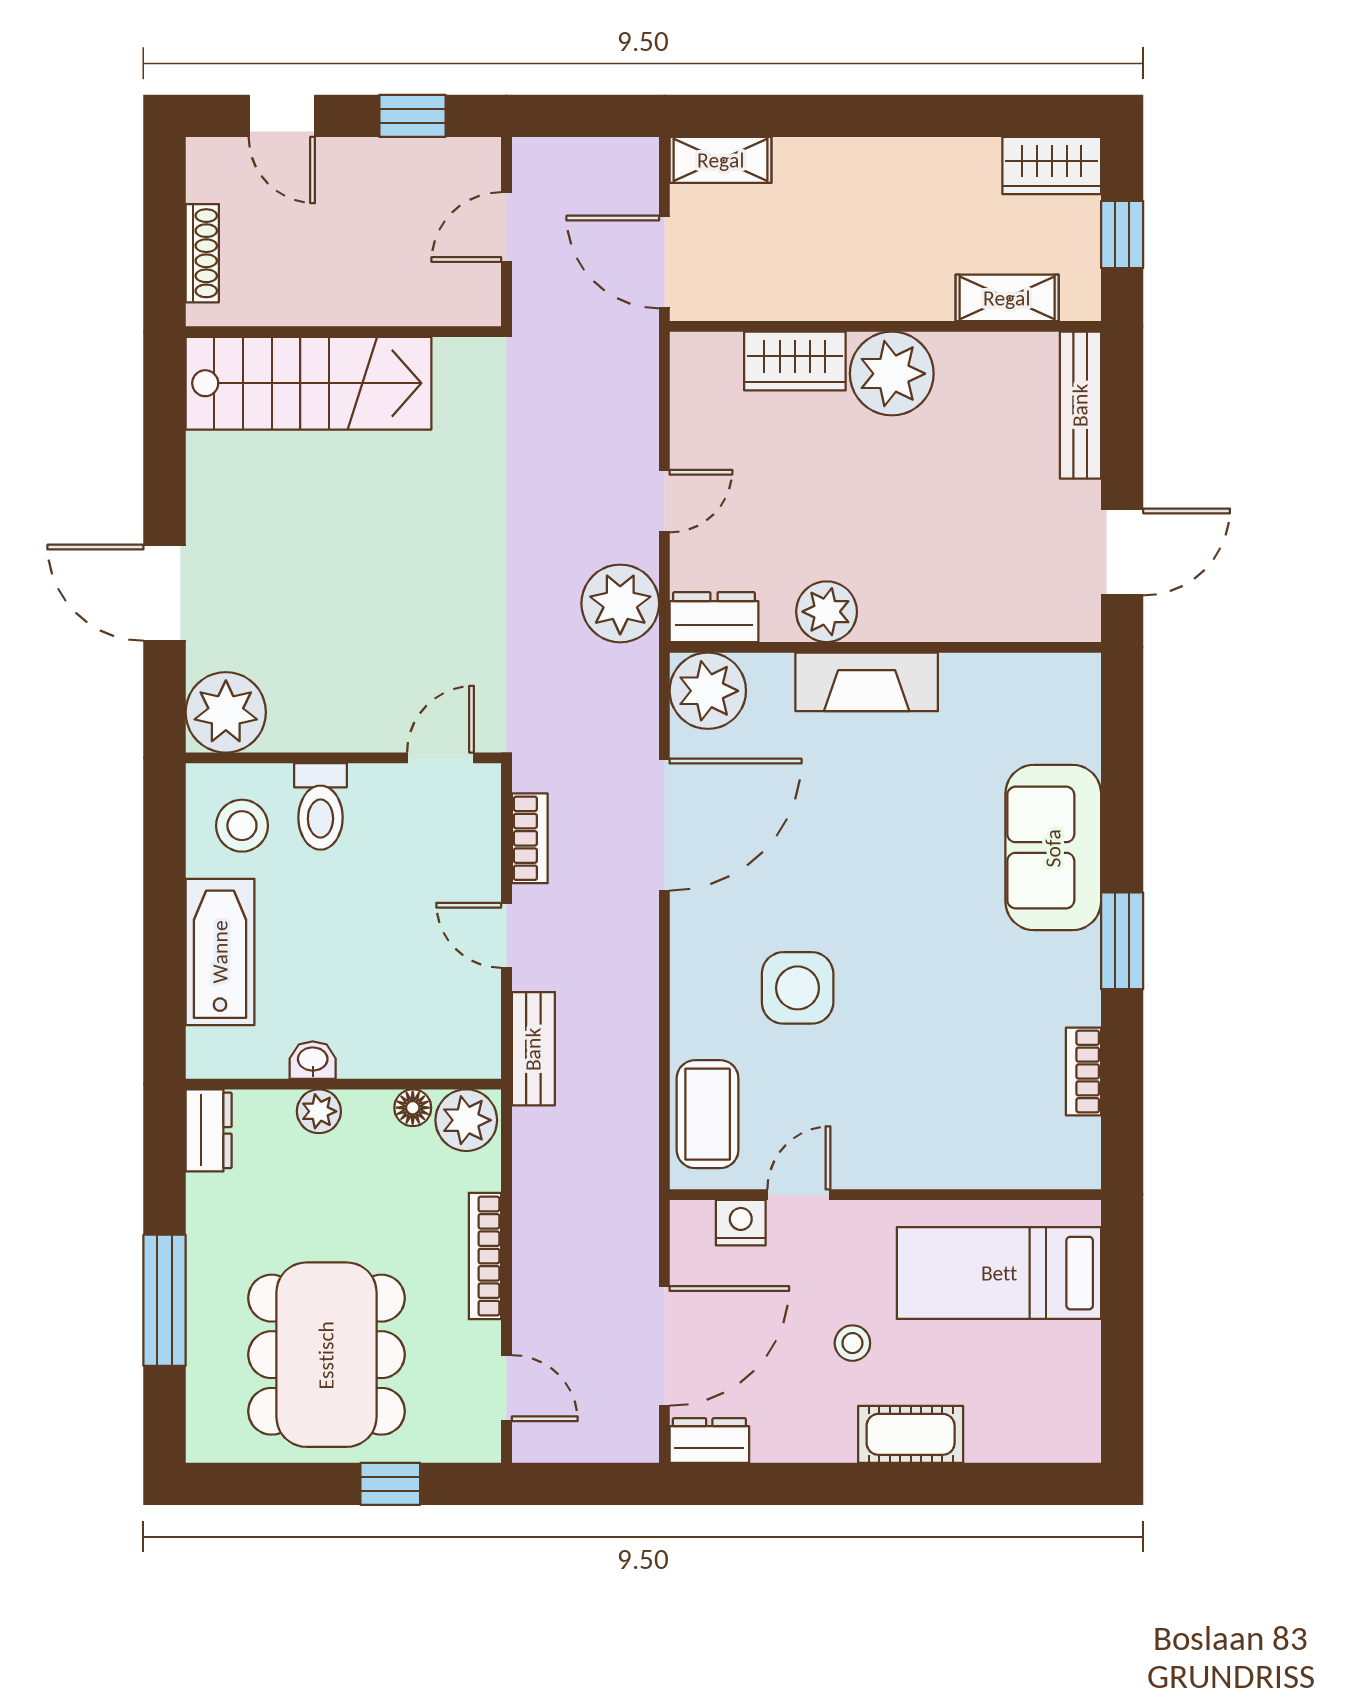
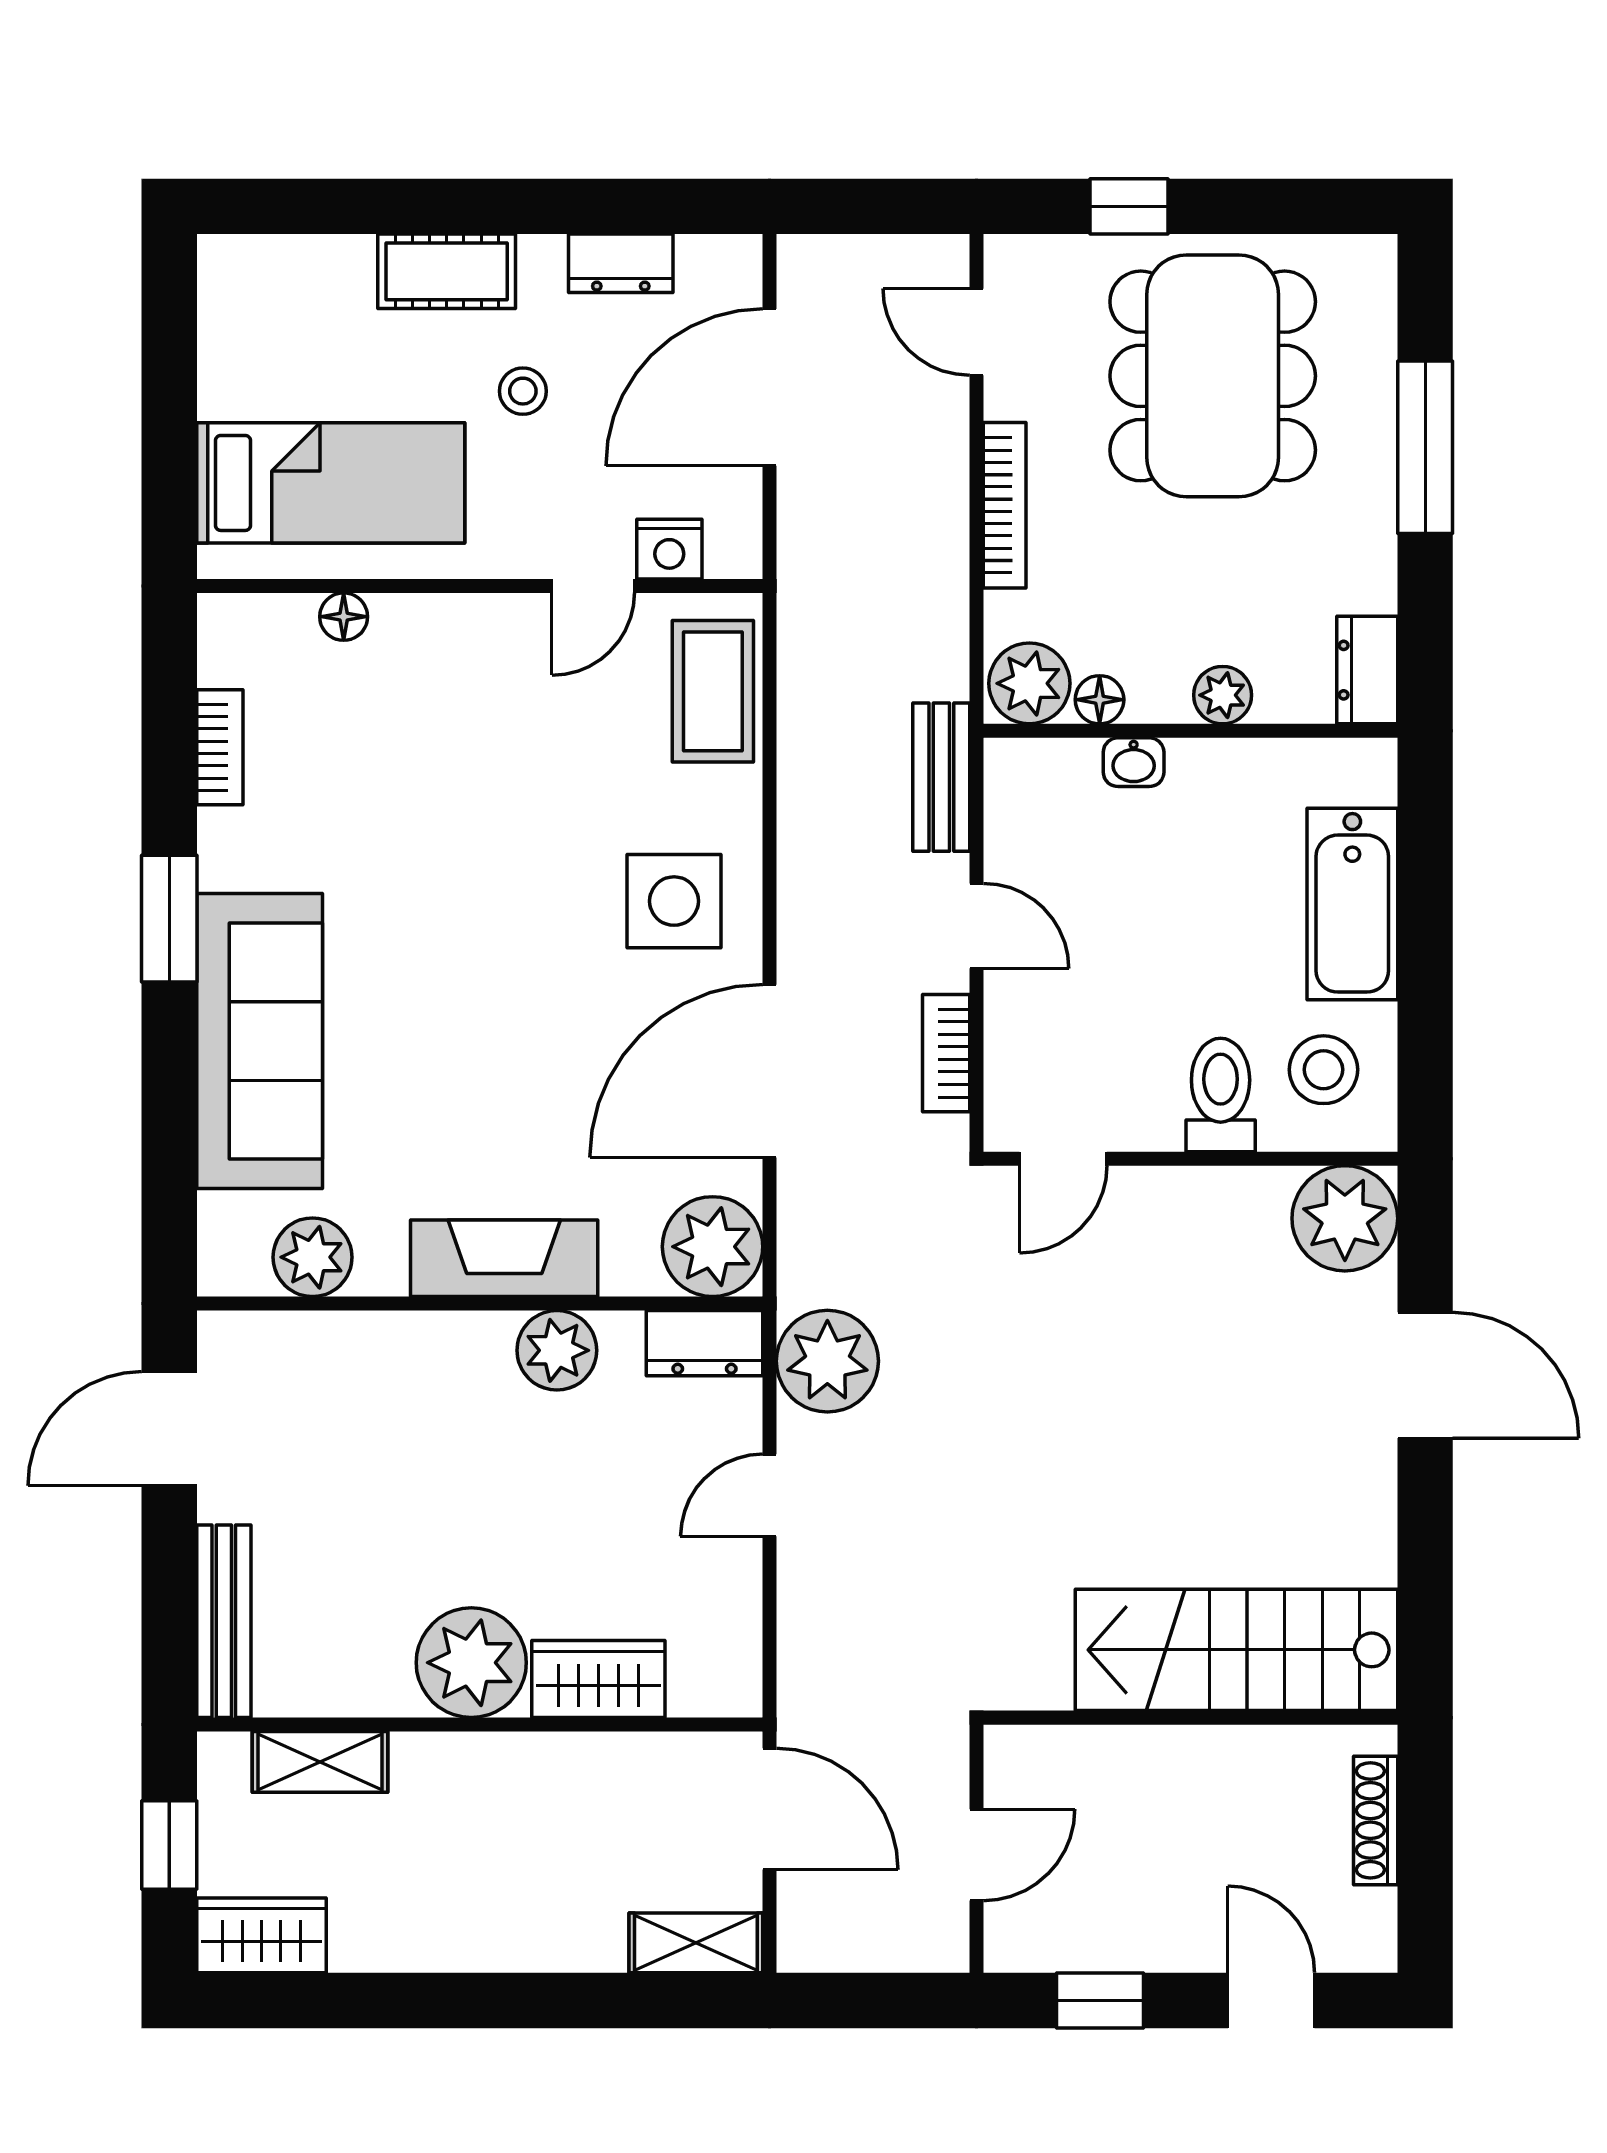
plant: (1013, 683) -> (313, 1257), added
sofa: (1053, 848) -> (260, 1041), width x1.36
side table: (798, 988) -> (674, 901), moved
washbasin: (313, 1060) -> (1134, 762), moved
floor lamp: (989, 1171) -> (344, 617), added
dresser: (709, 1441) -> (621, 263), moved

